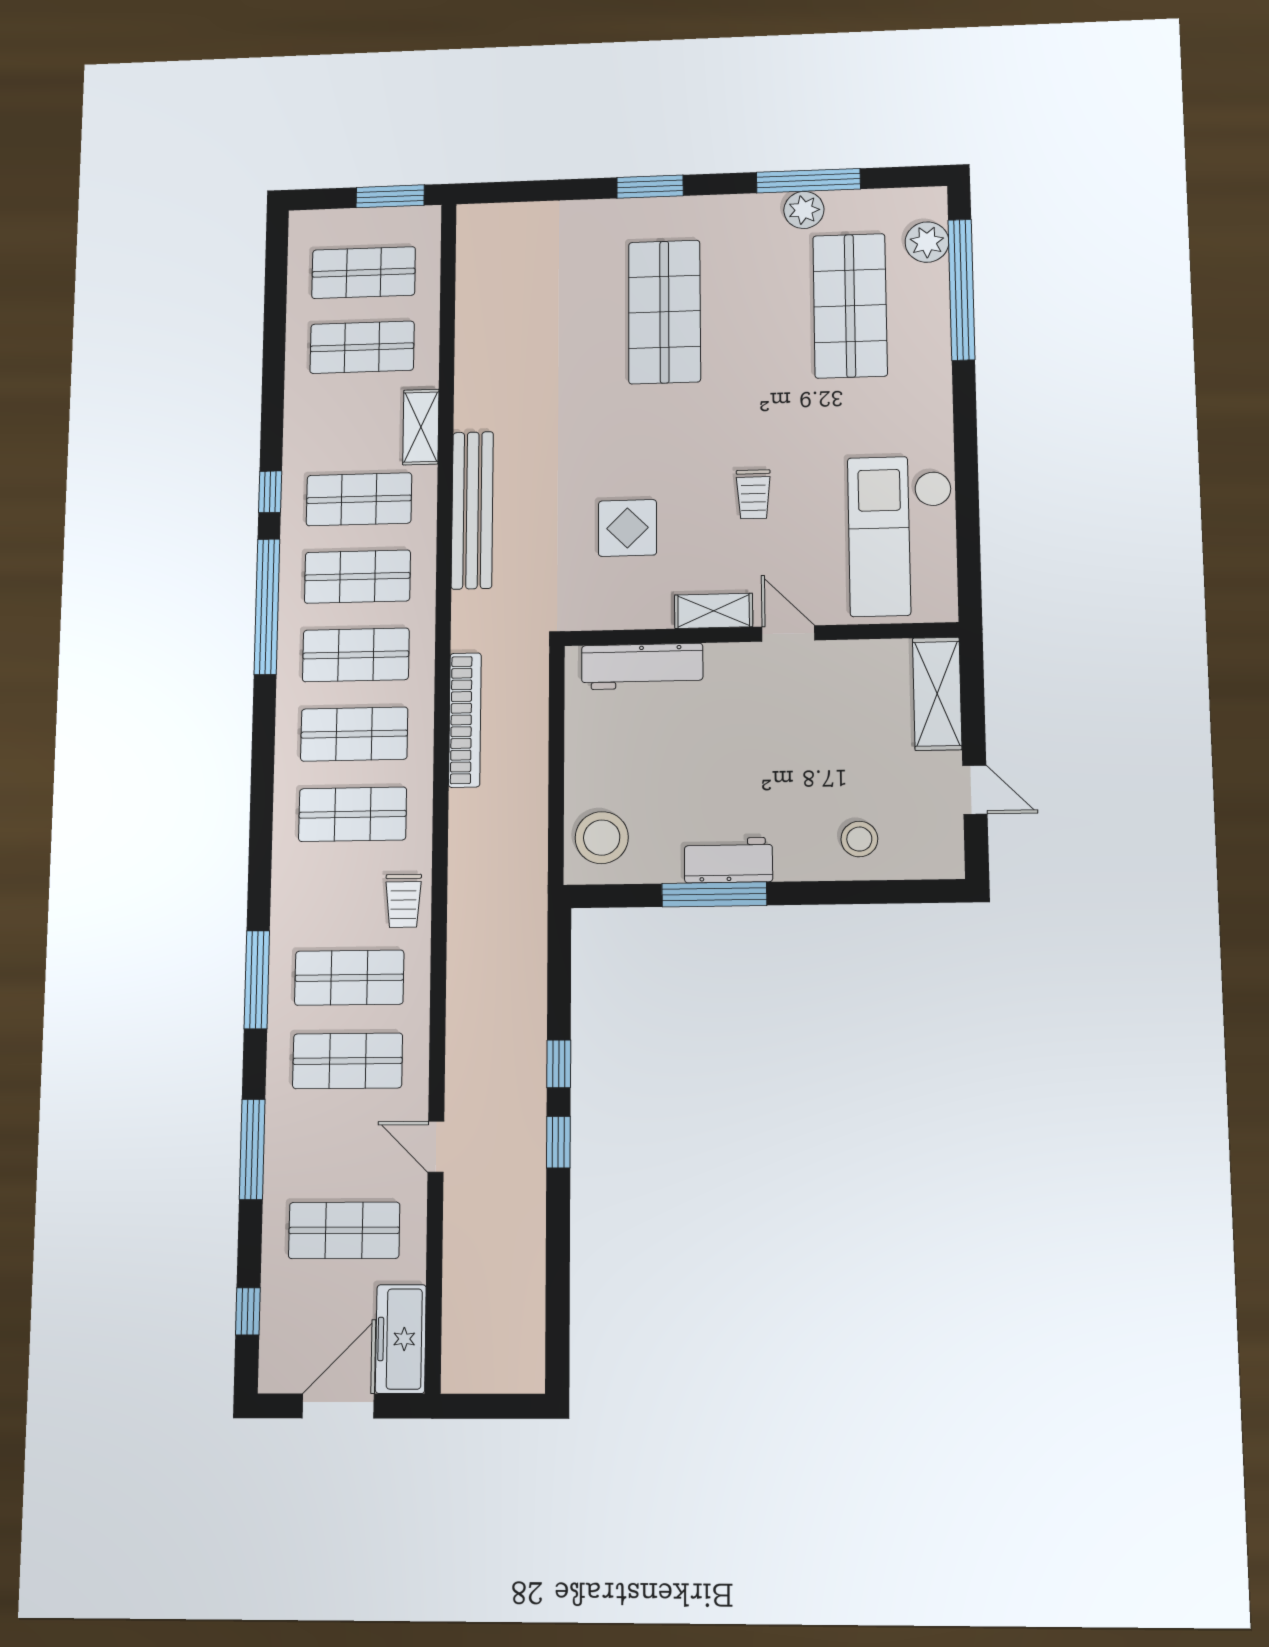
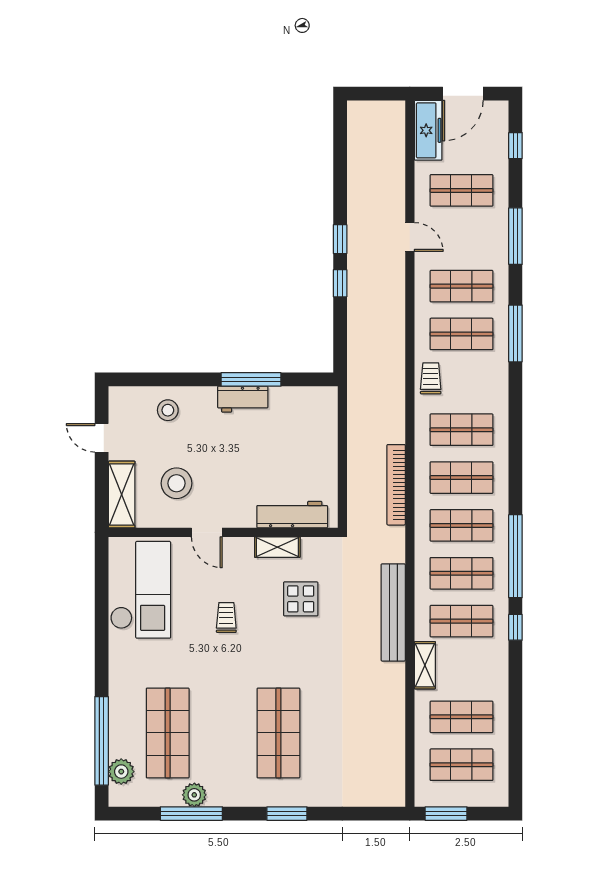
shelving: (714, 611) -> (277, 547), moved
stool: (602, 838) -> (177, 483), moved

